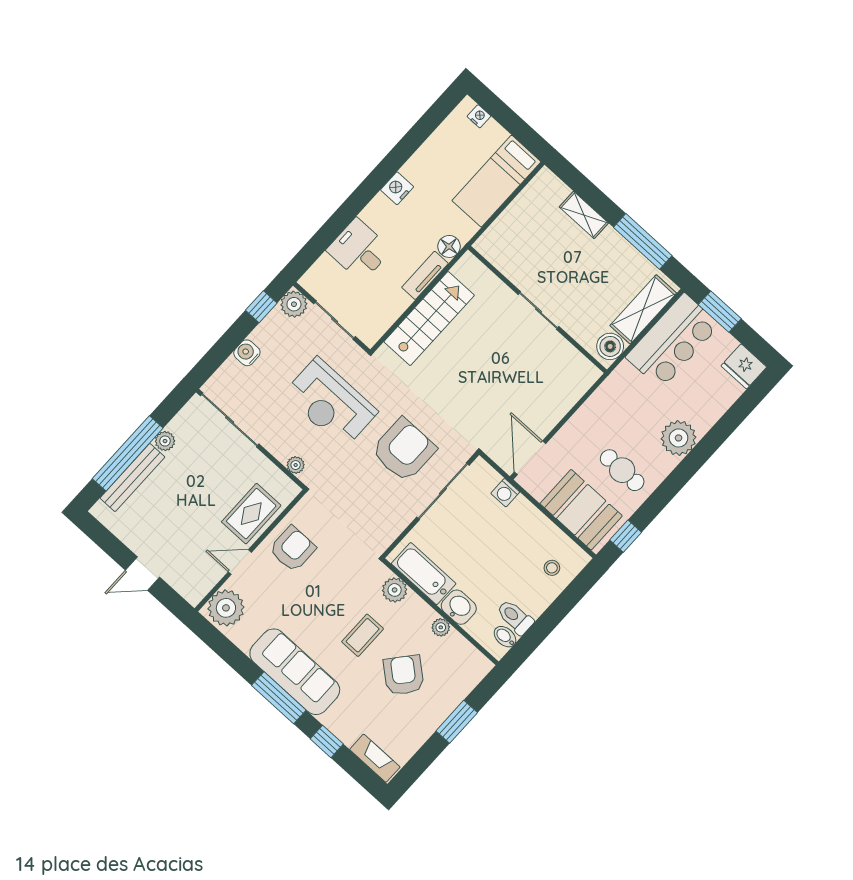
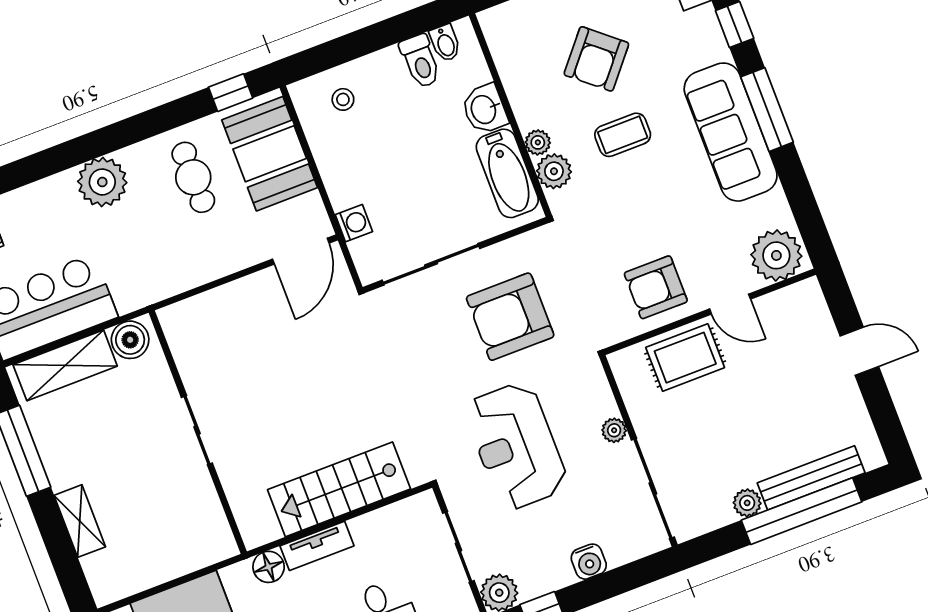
reception desk: (330, 403) -> (516, 446), turned 180
armchair: (404, 450) -> (510, 317), moved
plant: (296, 465) -> (614, 430), moved
plant: (441, 627) -> (538, 142), moved

